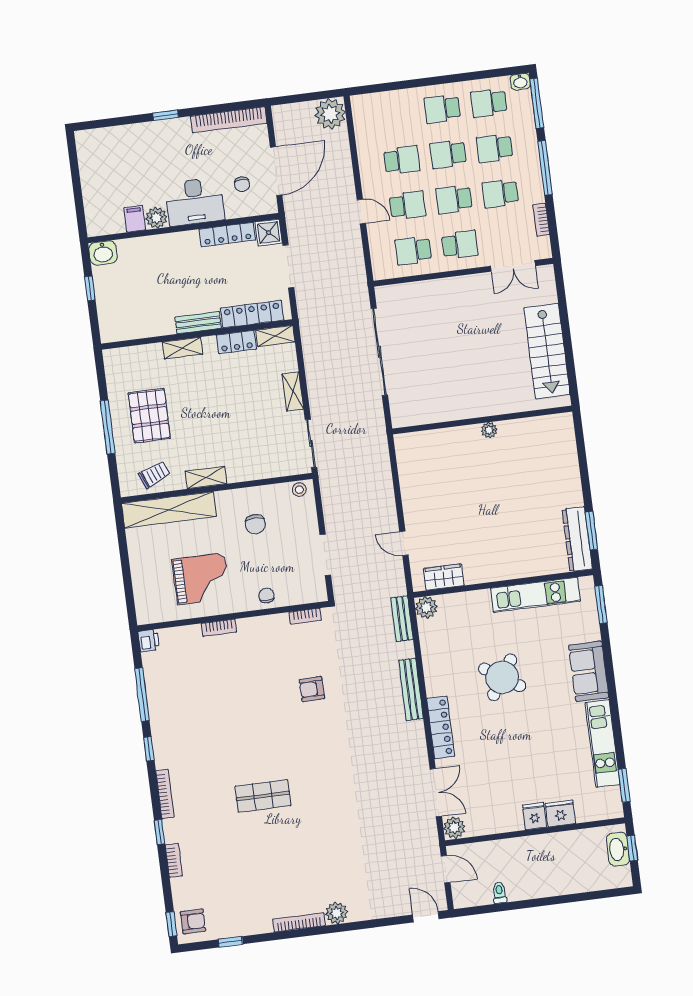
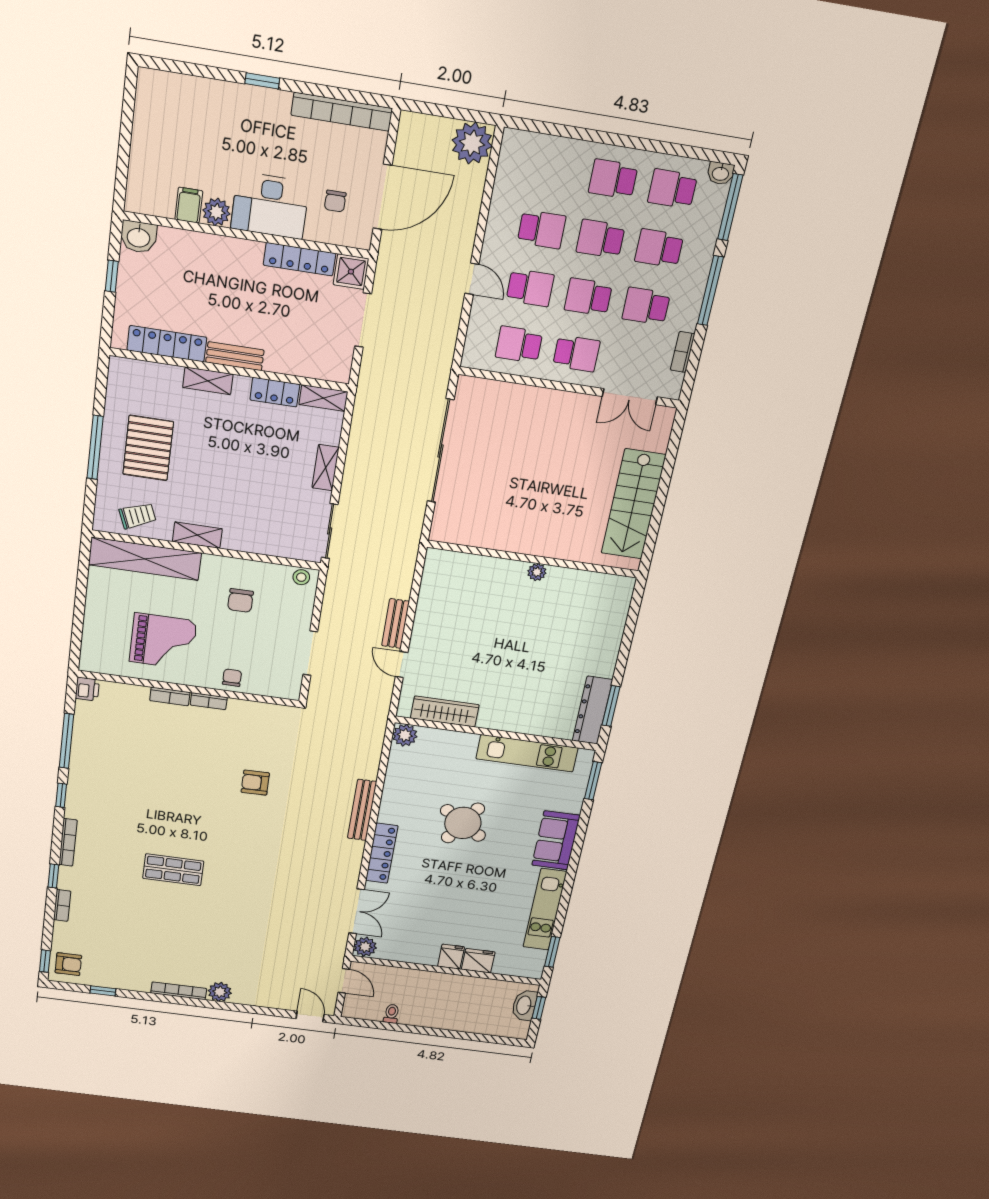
locker: (252, 314) -> (167, 344), moved
wardrobe: (444, 577) -> (445, 711), width x1.50
bookcase: (305, 616) -> (209, 701), moved
bench: (402, 619) -> (396, 624), moved

